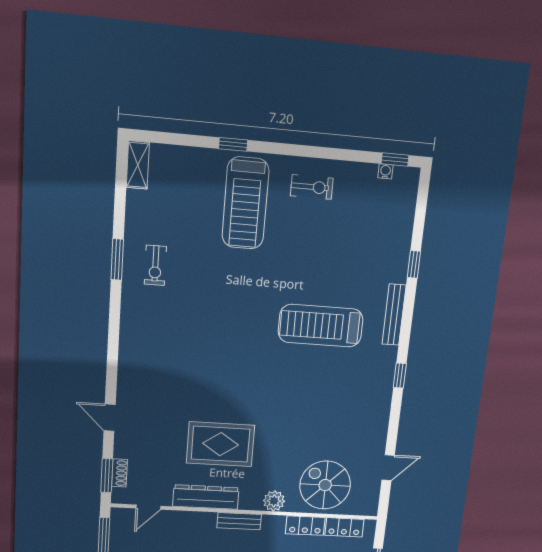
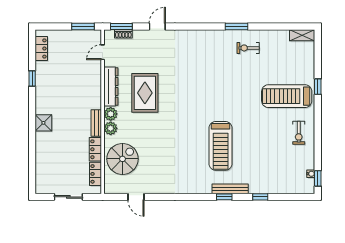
window: (117, 259) -> (237, 27), moved
treadmill: (321, 326) -> (221, 146), turned 180
window: (400, 376) -> (224, 197), moved
plant: (251, 500) -> (111, 114), added
door: (148, 507) -> (103, 52), hinge flipped
bench: (239, 521) -> (96, 123), moved

